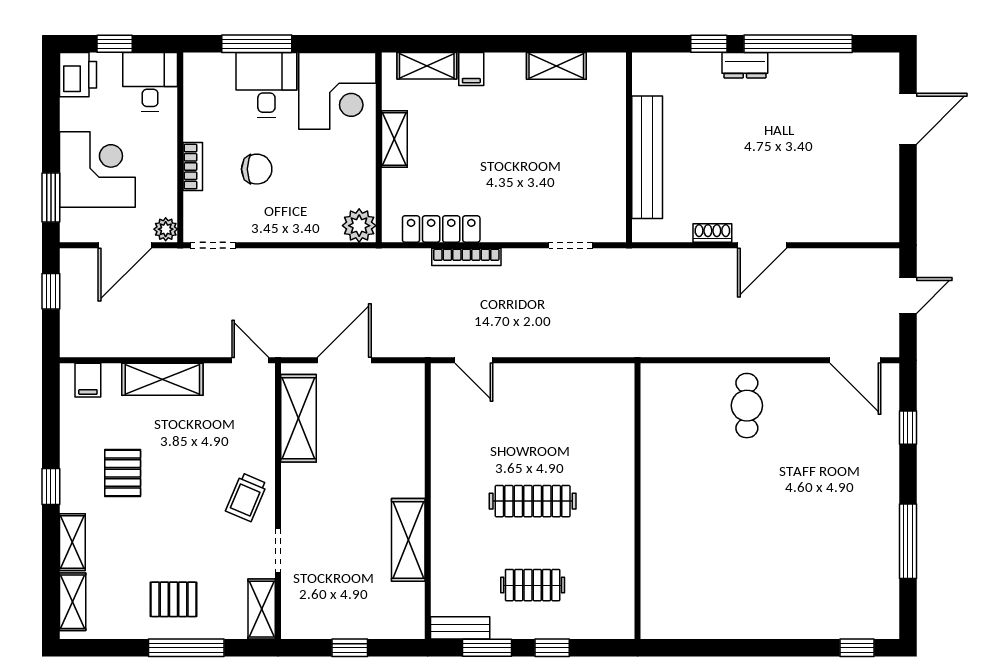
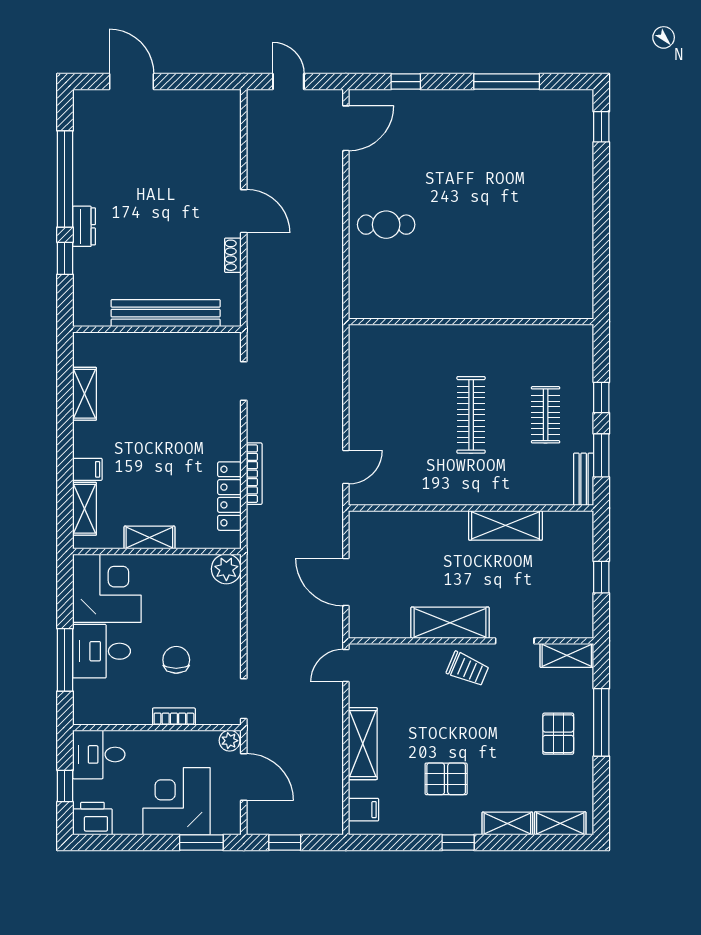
shelving: (299, 418) -> (450, 623), moved

